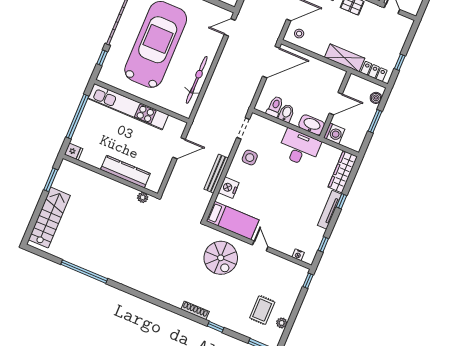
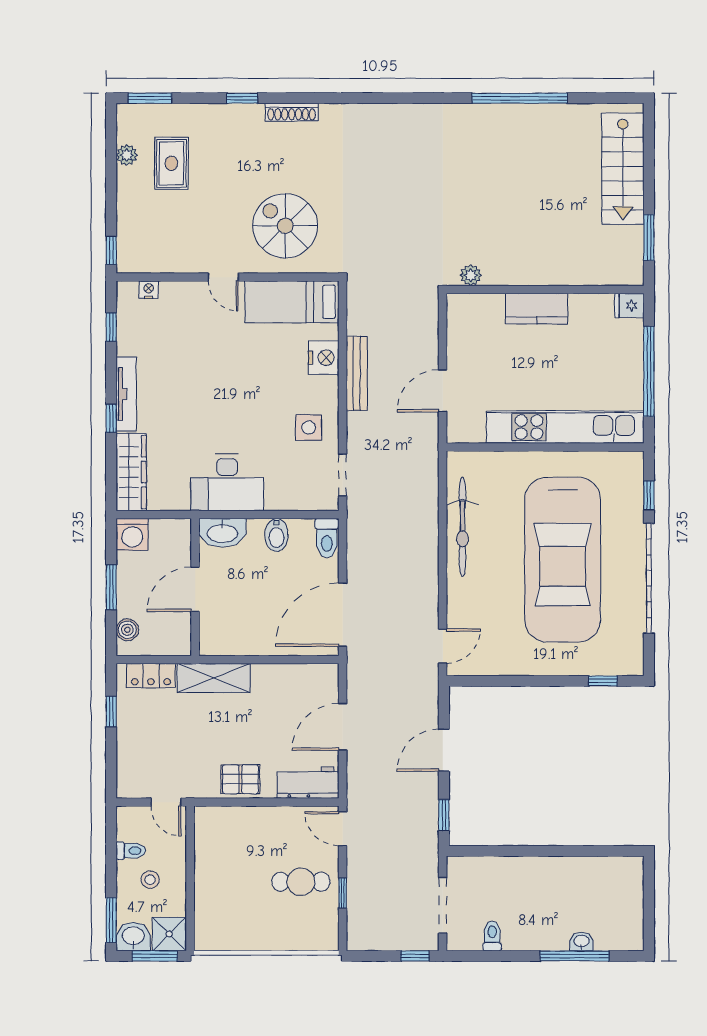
stool: (299, 34) -> (314, 687), removed
toilet: (275, 107) -> (327, 538), moved
washing machine: (334, 134) -> (132, 534), moved, turned -90
kitchen counter: (125, 172) -> (537, 309), width x0.67

